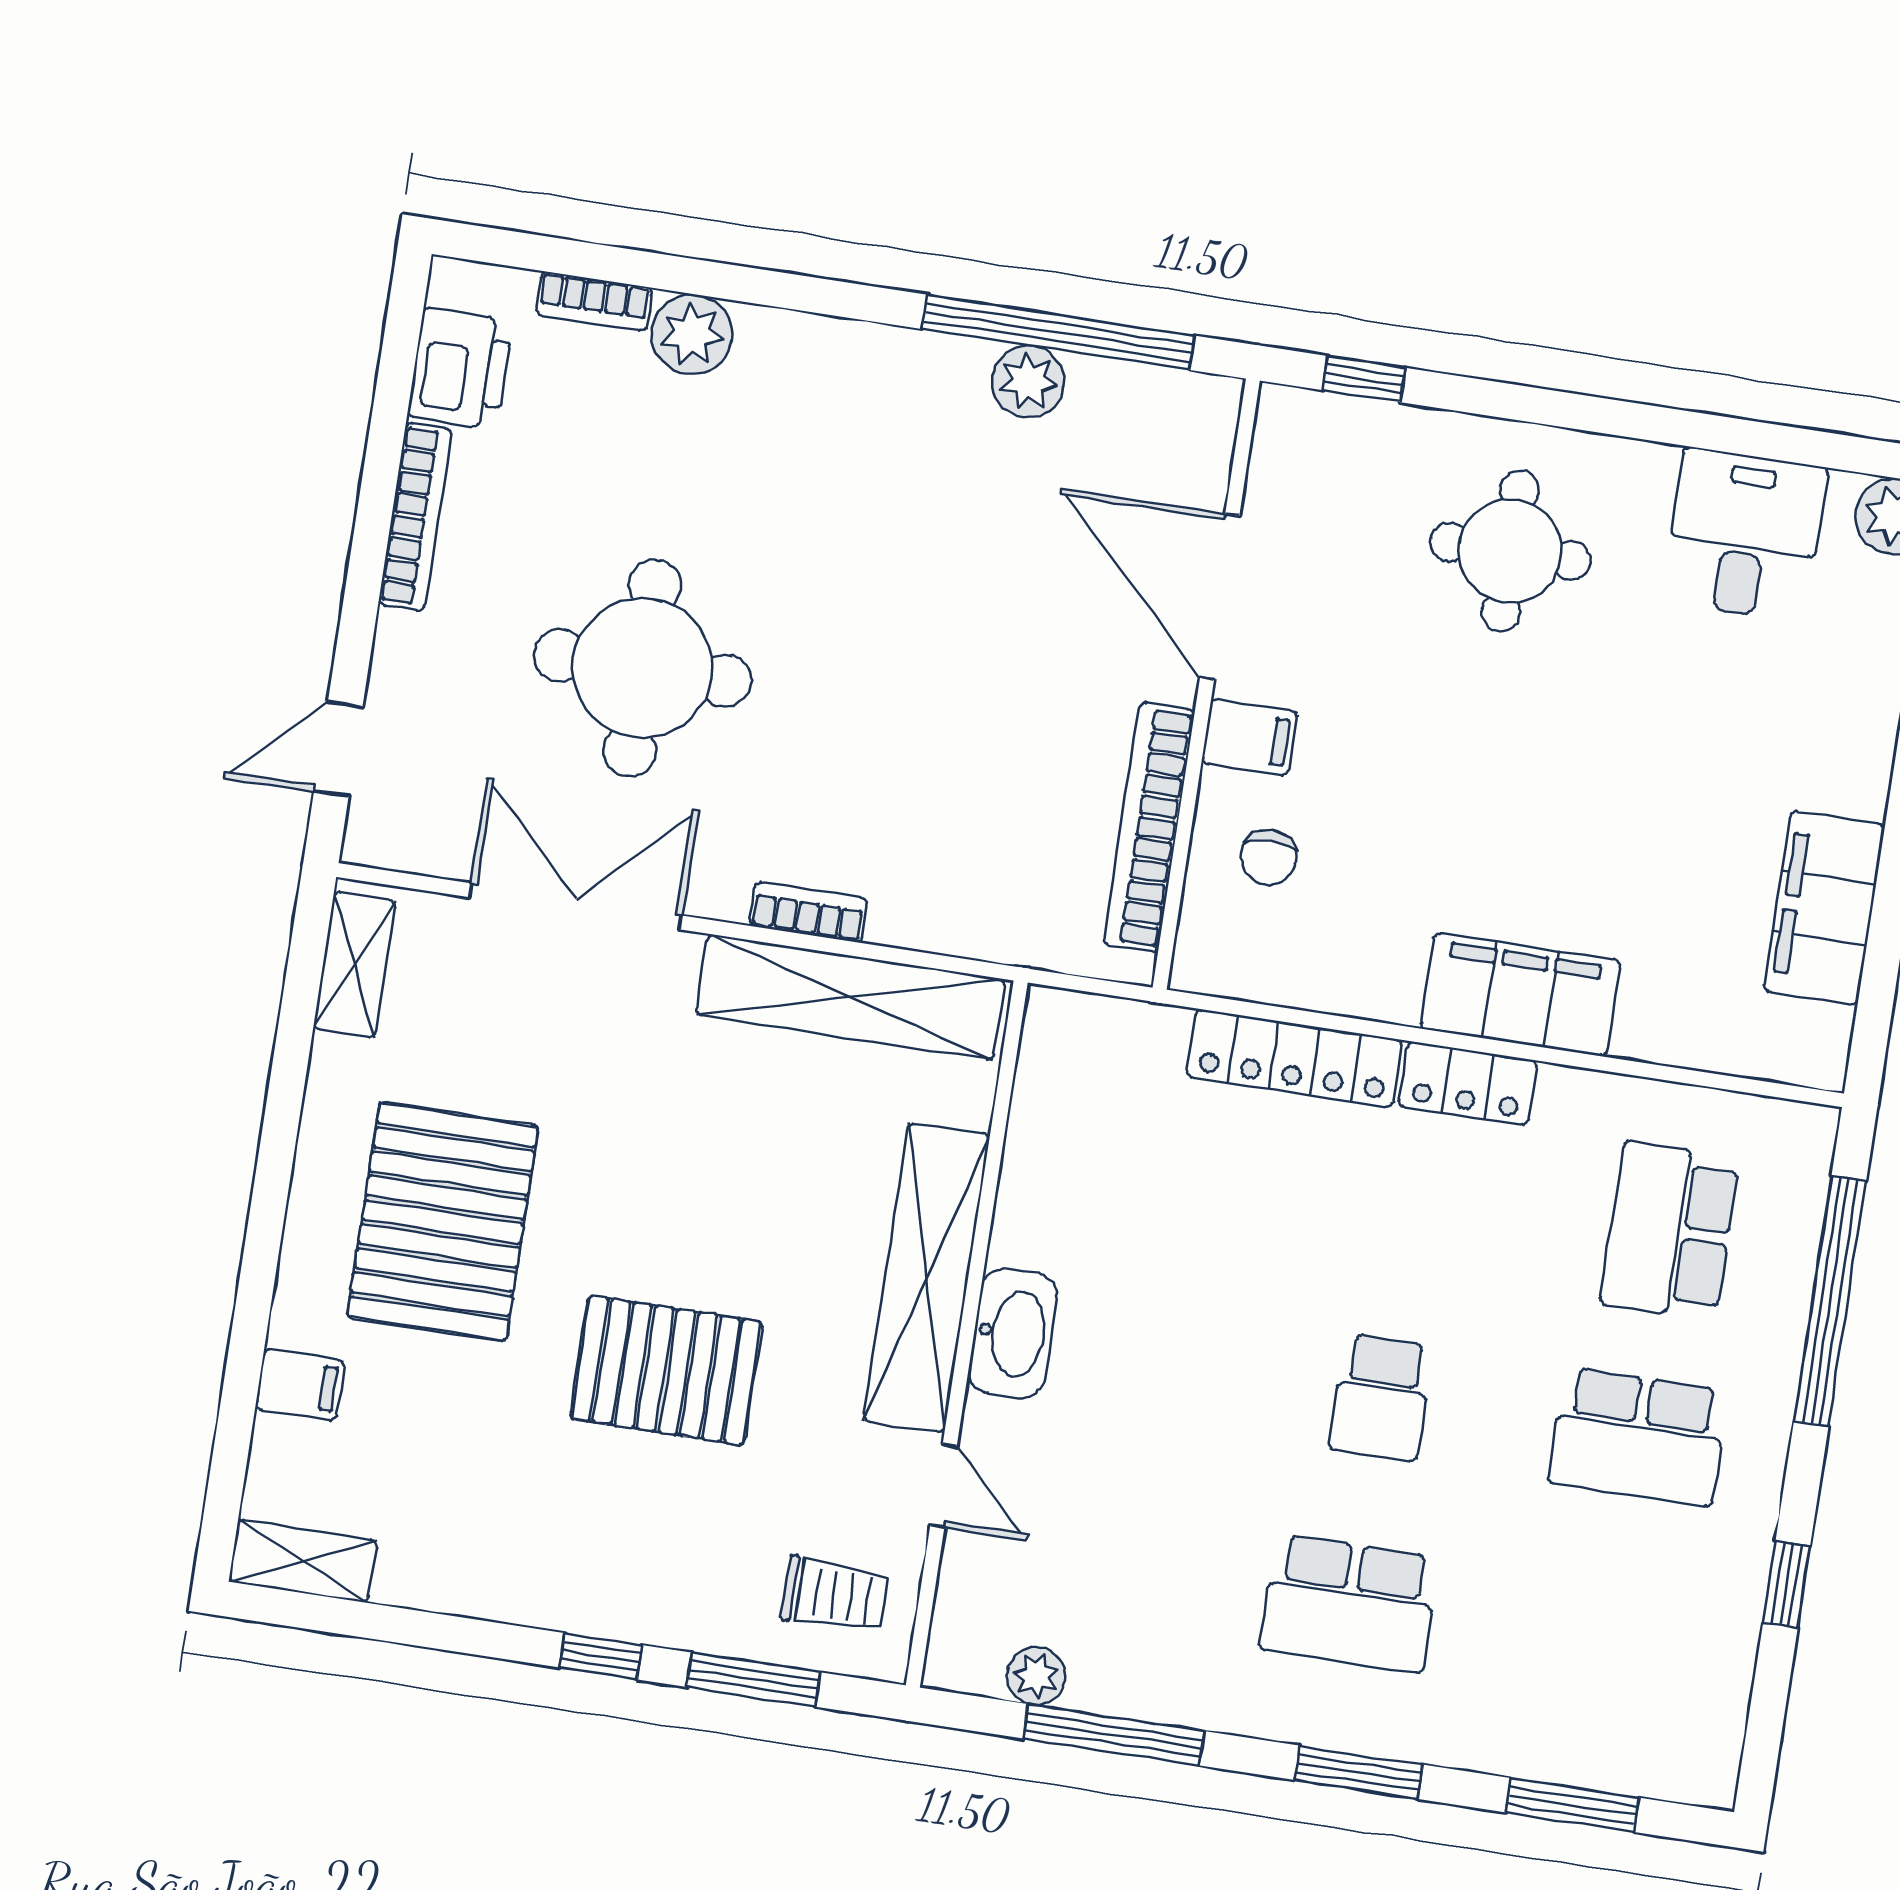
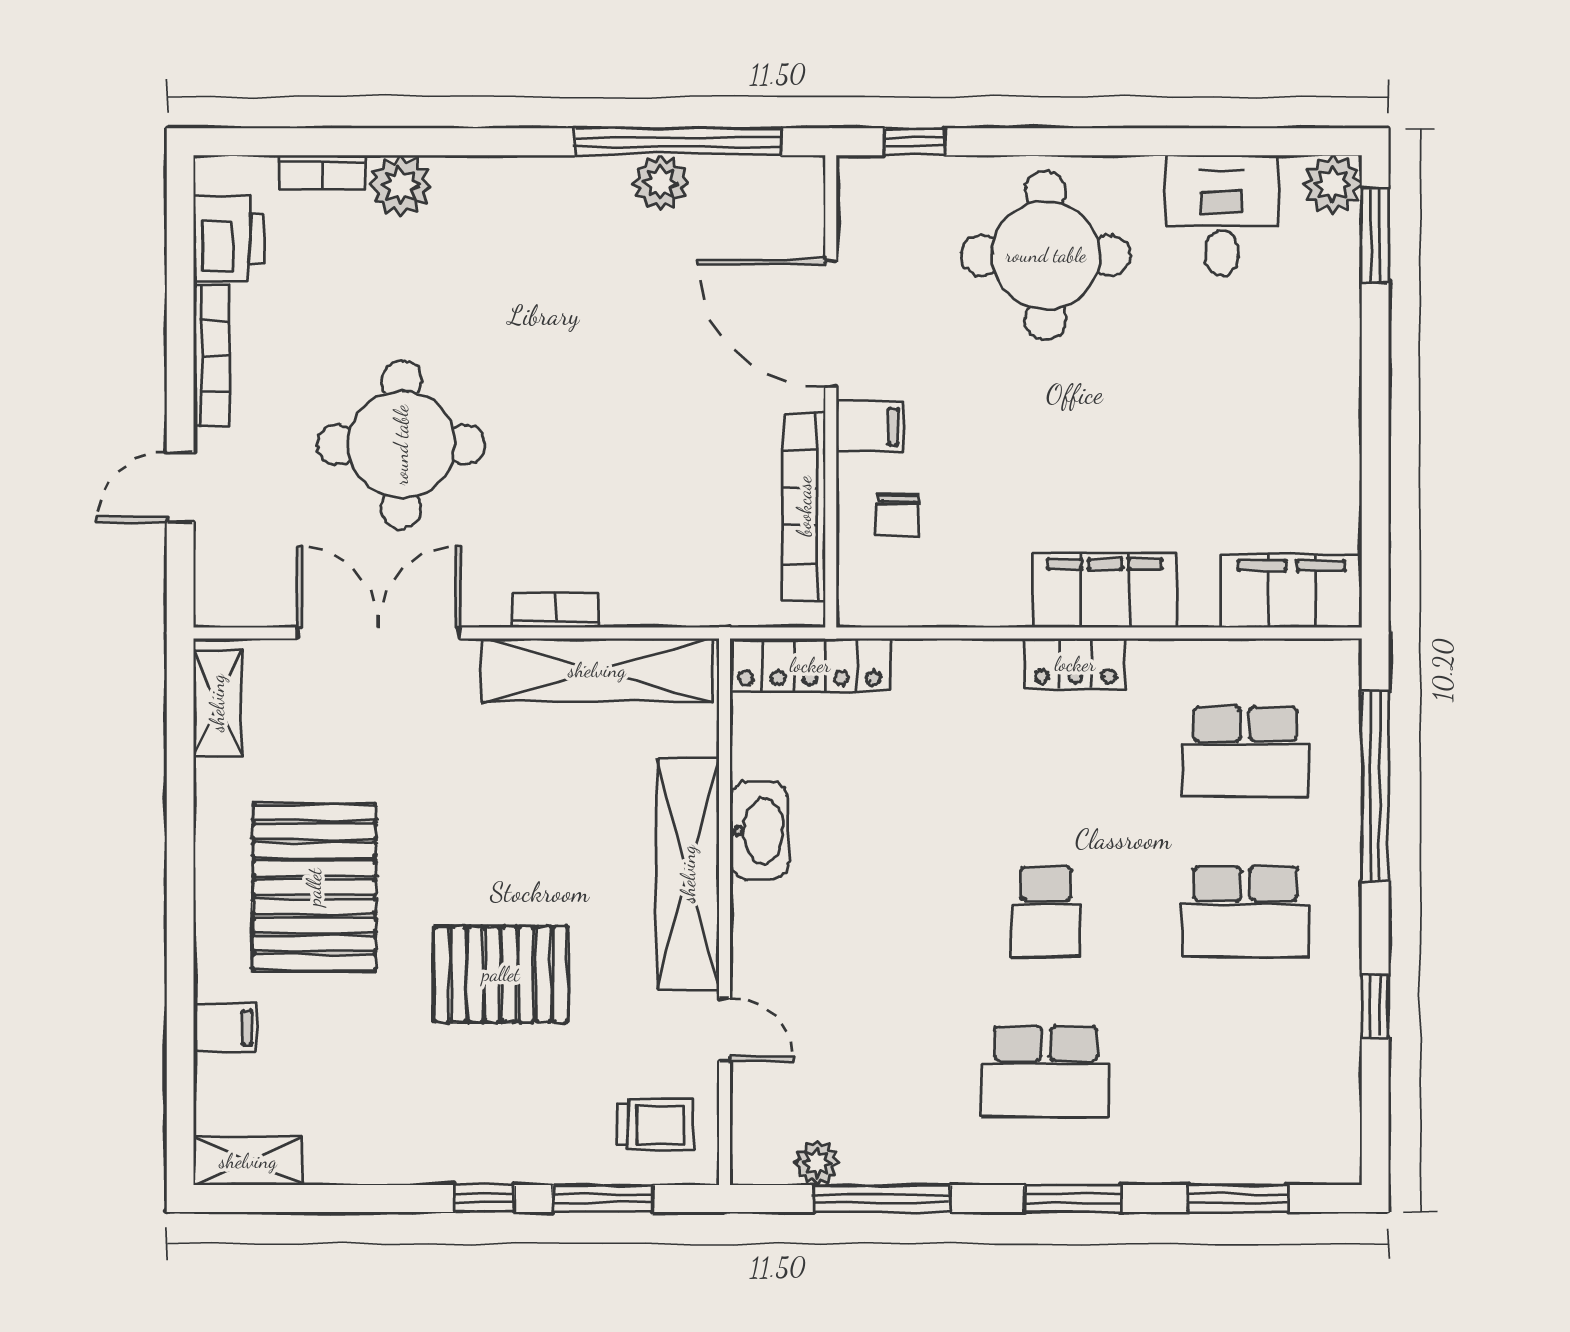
round table: (1510, 551) -> (1046, 255), width x1.36, depth x1.36
door: (338, 749) -> (180, 487), moved
filing cabinet: (1824, 908) -> (1291, 591), moved, turned 90
locker: (1294, 1058) -> (810, 665), moved
school desk: (1670, 1231) -> (1245, 752), turned -90
washbasin: (1013, 1333) -> (759, 831), moved

